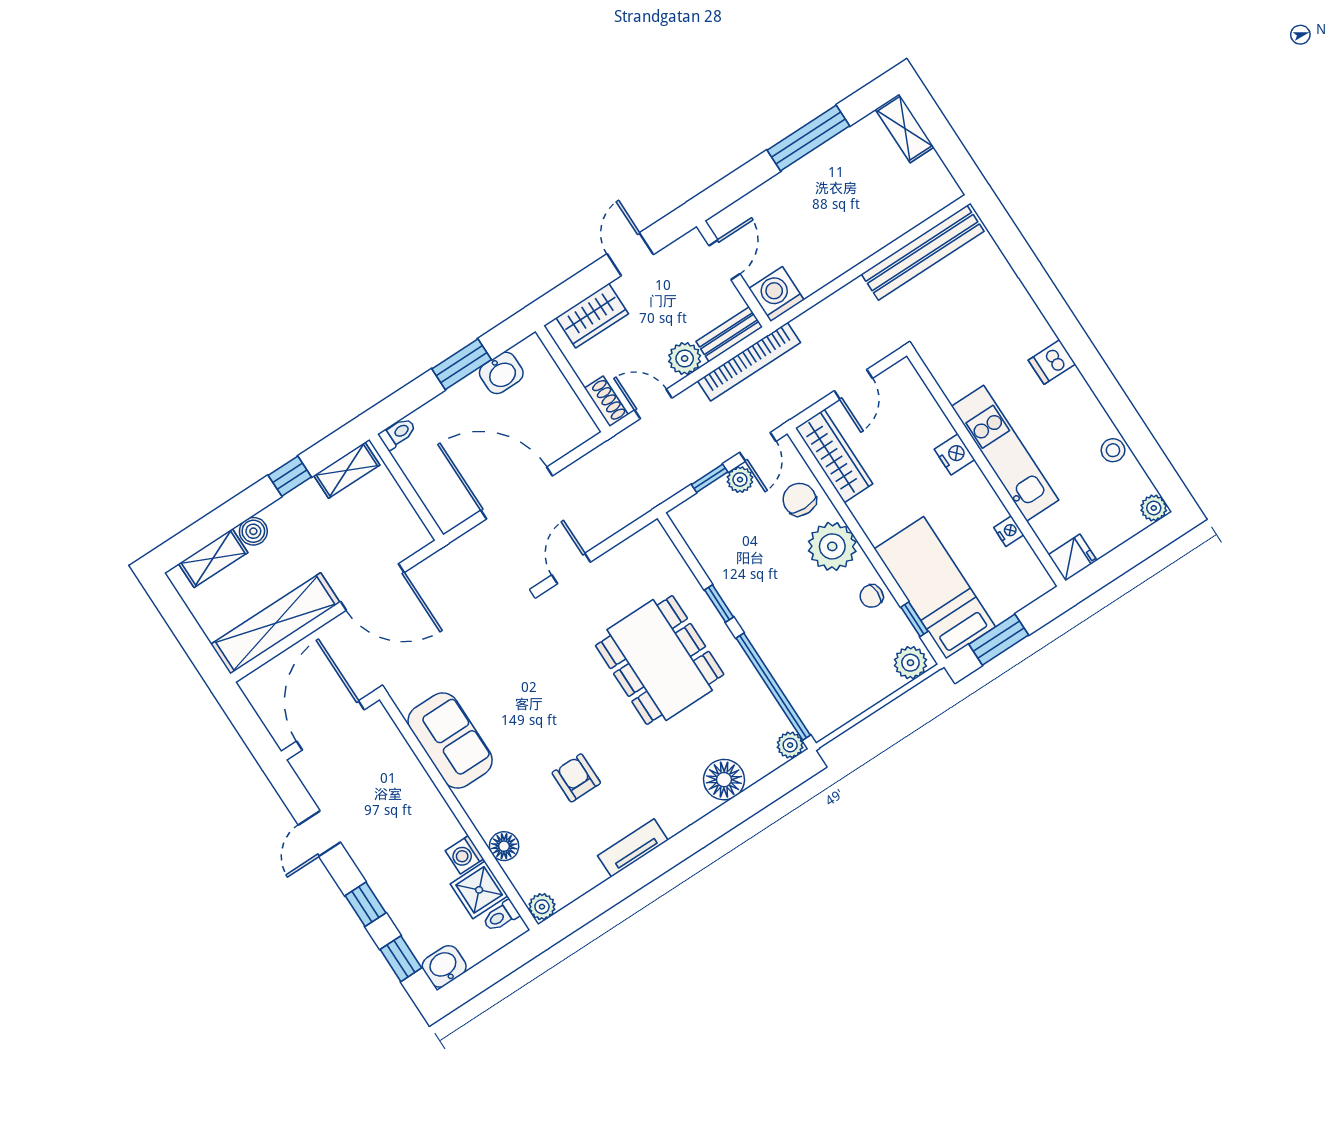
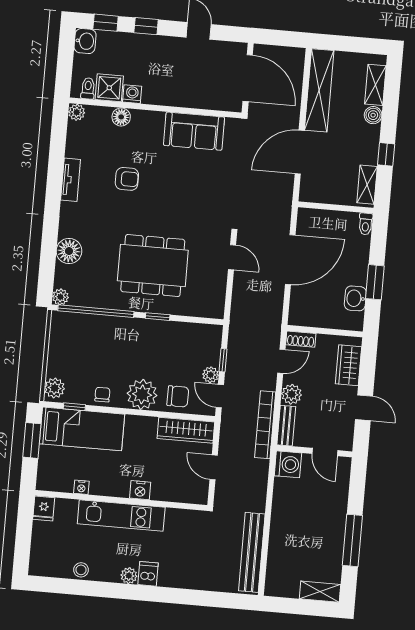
plant: (1154, 508) -> (129, 576), moved

